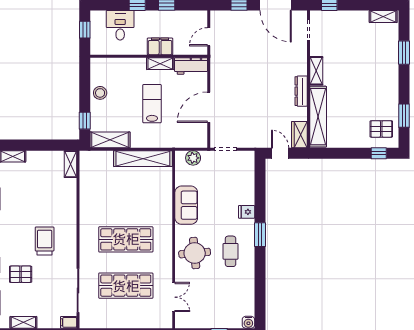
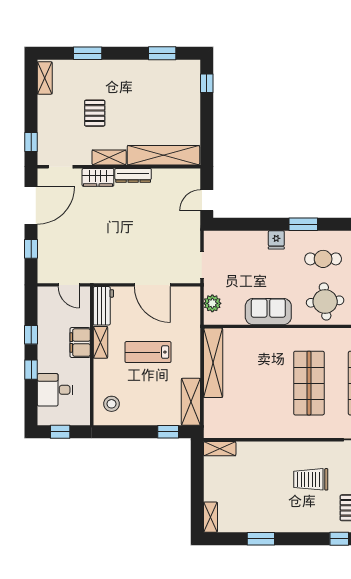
stool: (100, 93) -> (111, 404), moved
pallet: (381, 129) -> (95, 113), moved
wardrobe: (299, 135) -> (98, 177), moved

